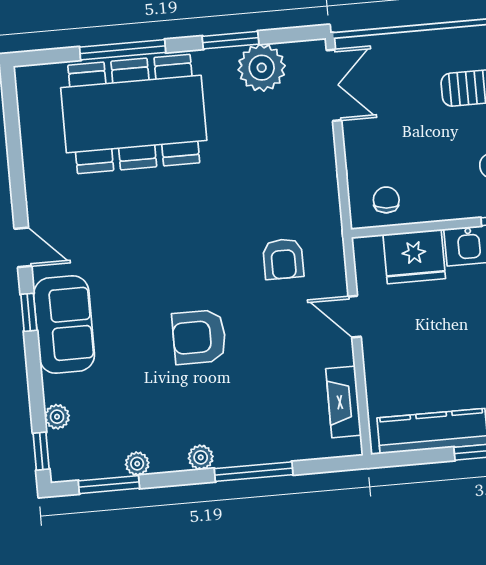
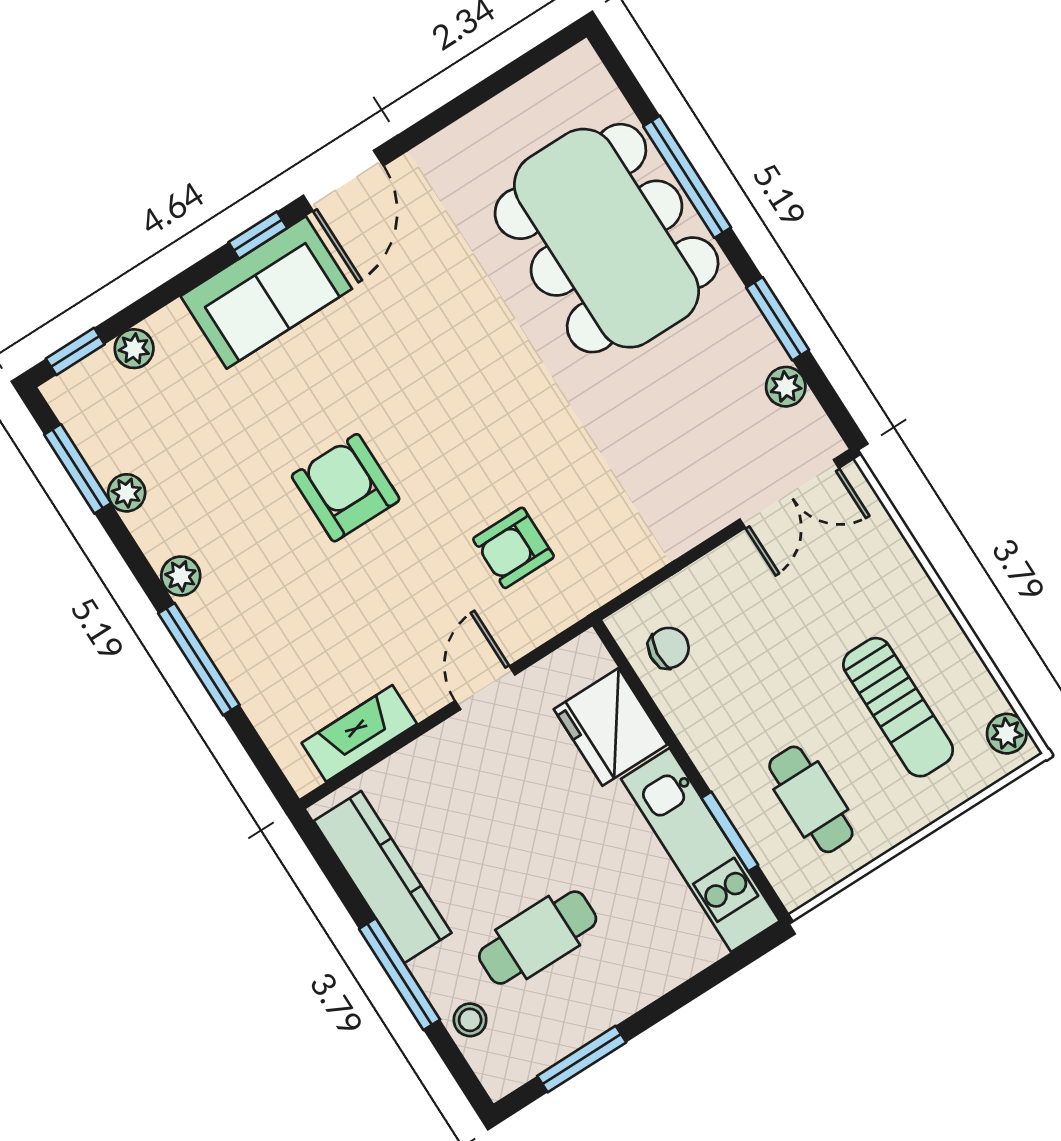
plant: (262, 68) -> (786, 387), width x0.53, depth x0.53
door: (23, 247) -> (343, 181), width x1.38

